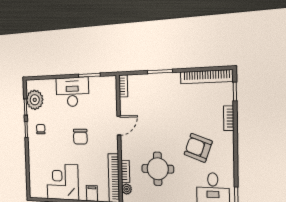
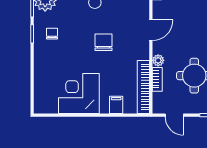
chair: (80, 137) -> (103, 42), turned 180
plant: (127, 189) -> (158, 60), moved

